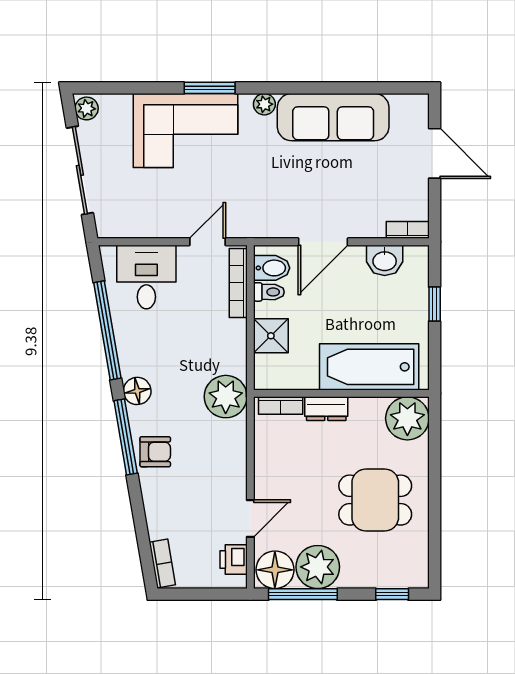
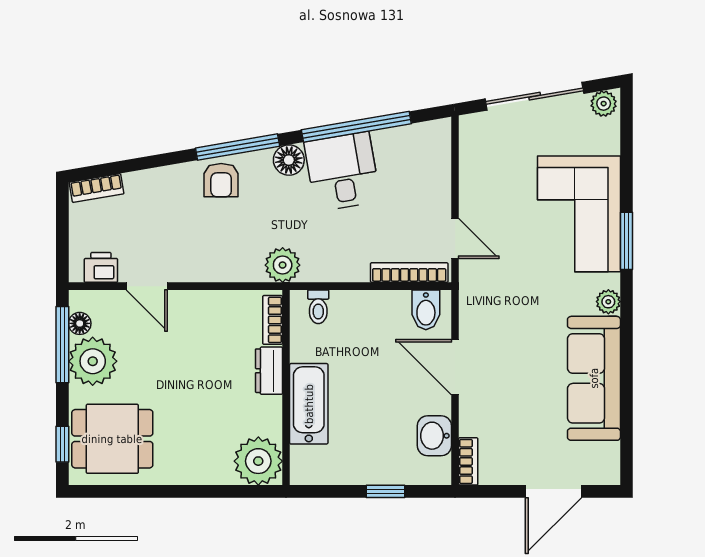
desk: (146, 277) -> (342, 171), moved, turned -100
toilet: (269, 292) -> (318, 307), moved
shower: (271, 336) -> (350, 309), removed
bathtub: (369, 367) -> (309, 404), width x0.73, depth x0.73
plant: (226, 397) -> (283, 265), width x0.73, depth x0.73
dining table: (375, 500) -> (112, 439), moved, turned 90
floor lamp: (275, 570) -> (80, 323), width x0.53, depth x0.53

